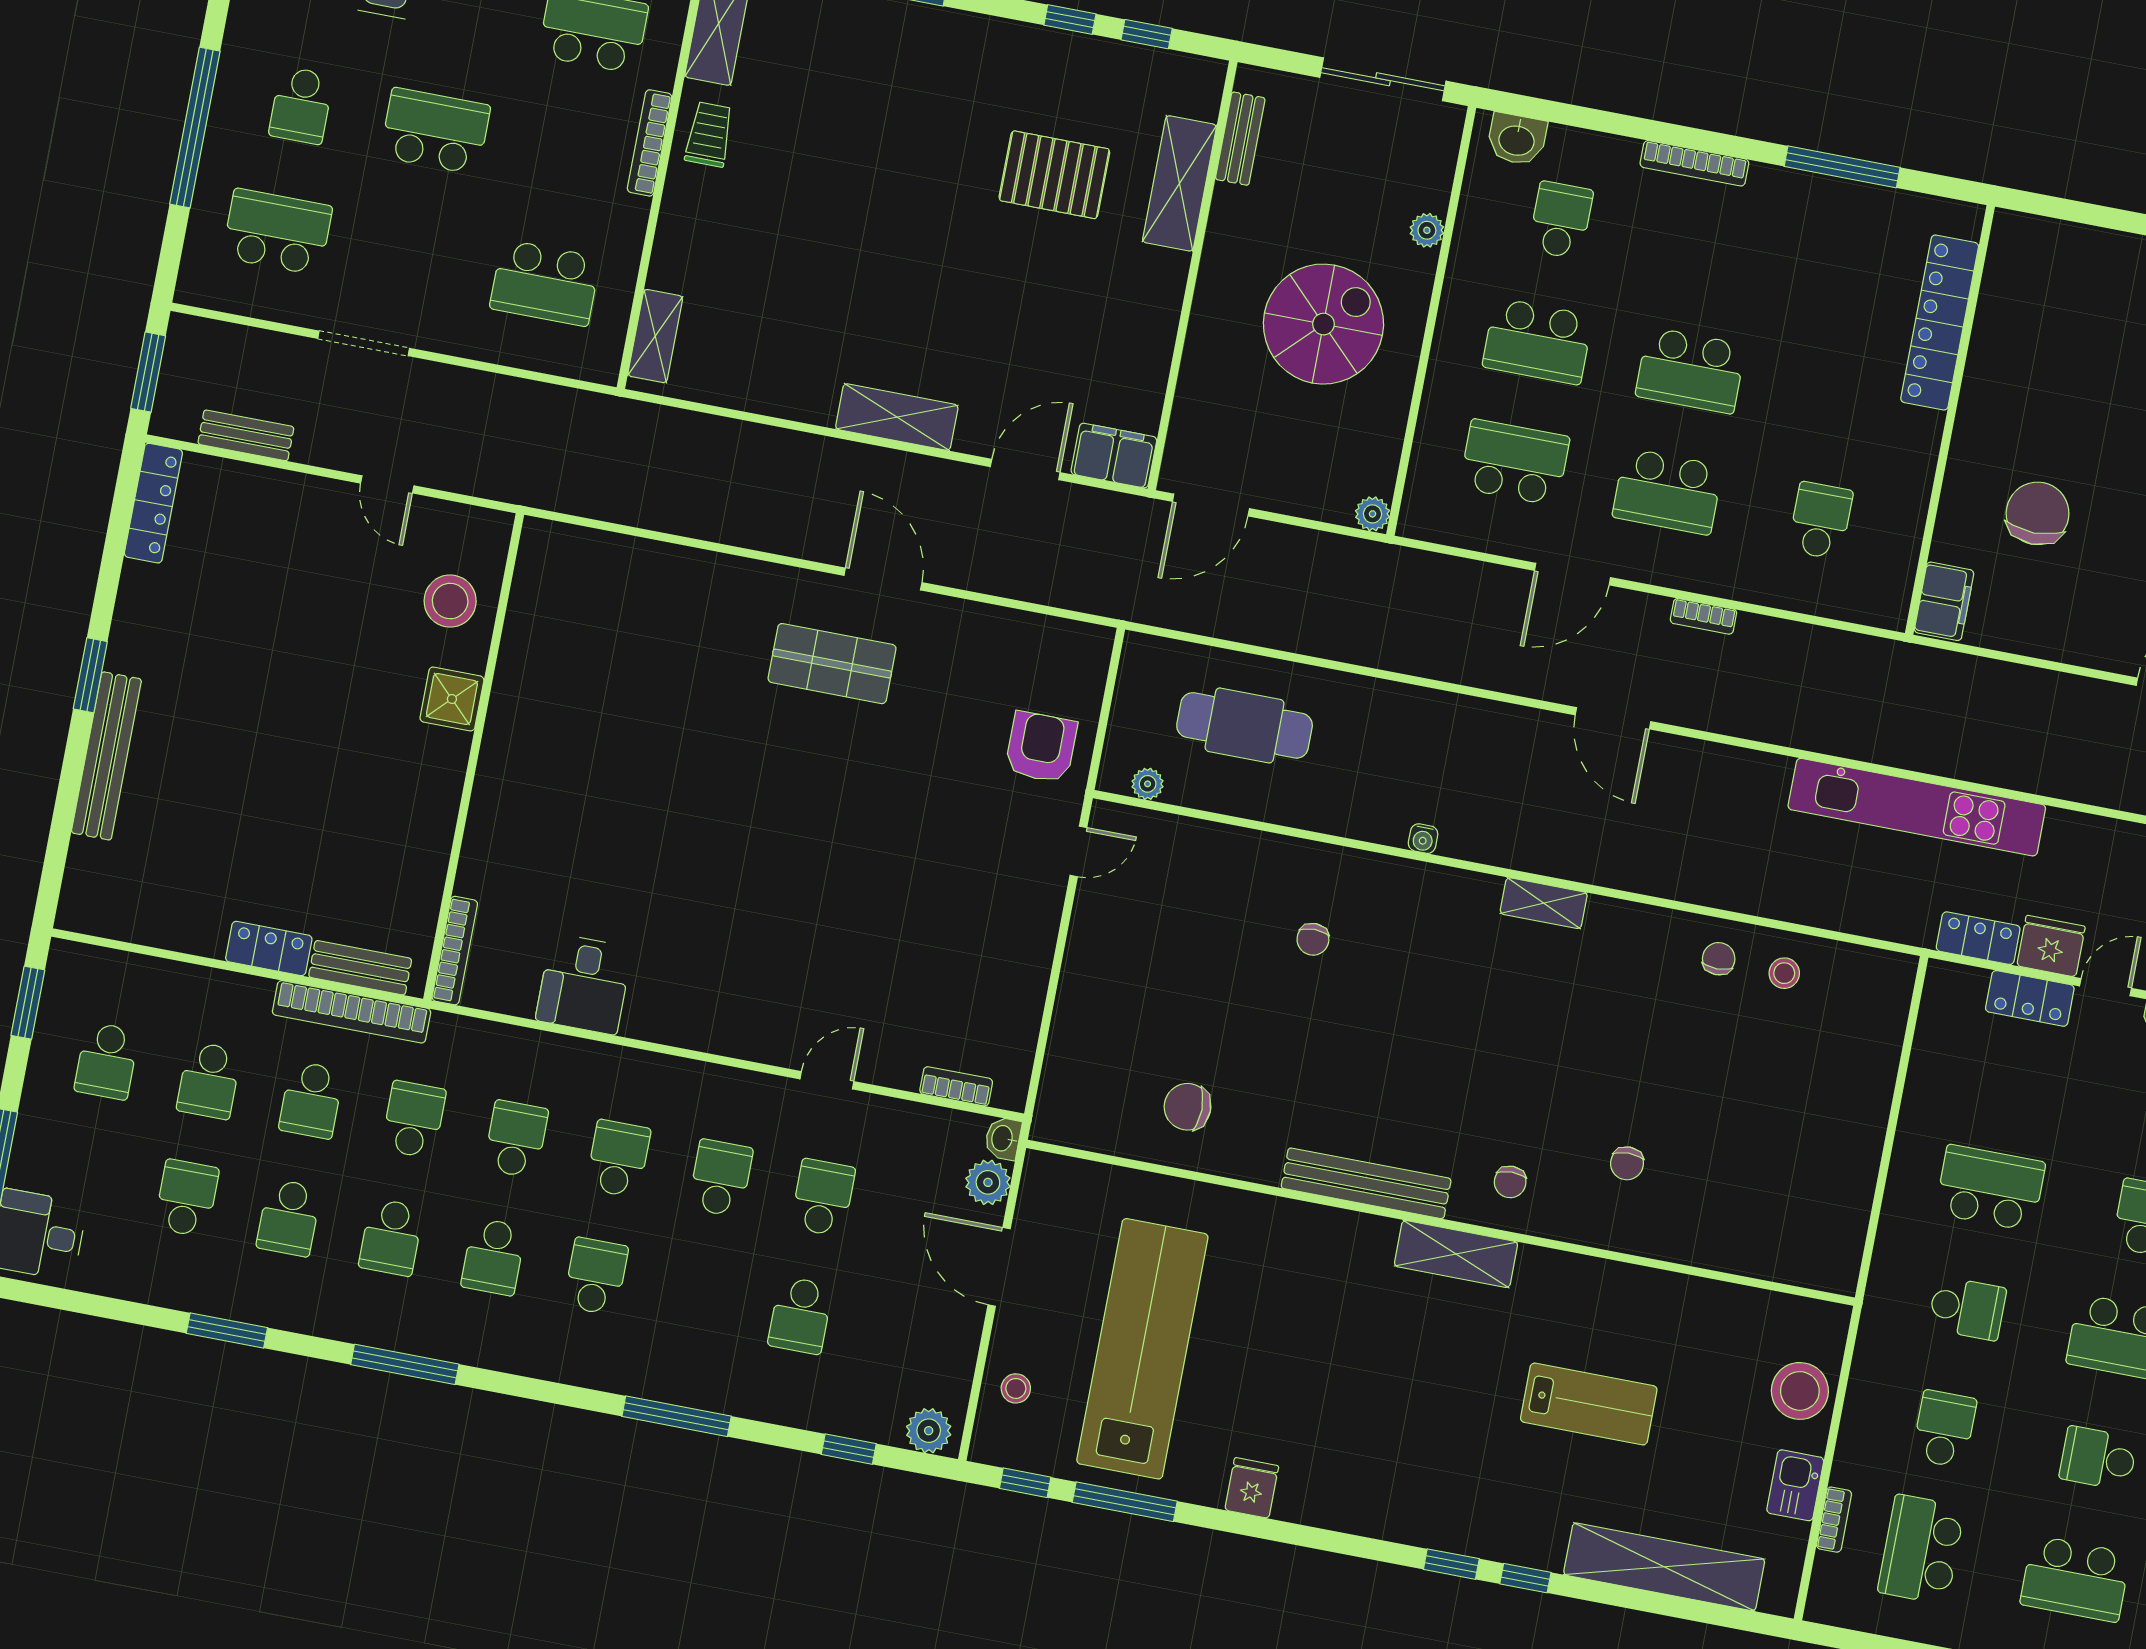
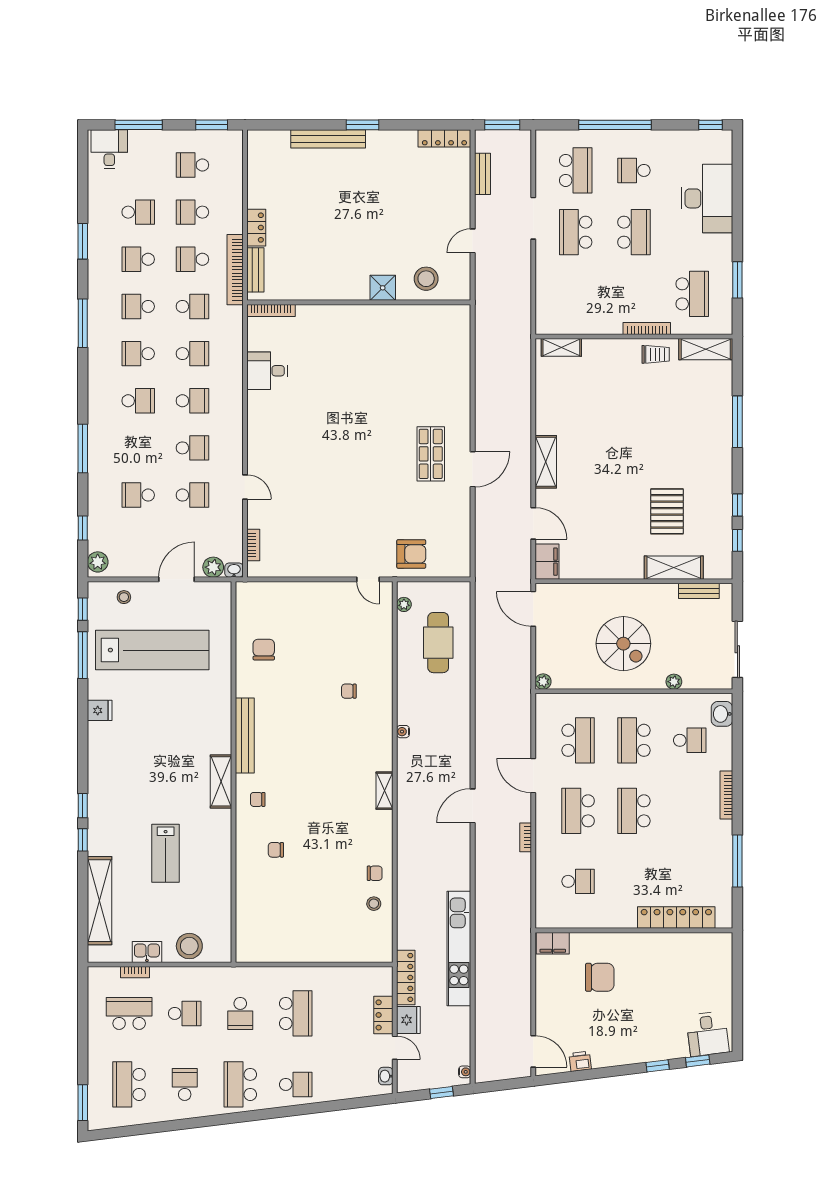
school desk: (545, 283) -> (576, 232), moved
locker: (1978, 938) -> (406, 977), width x1.53

